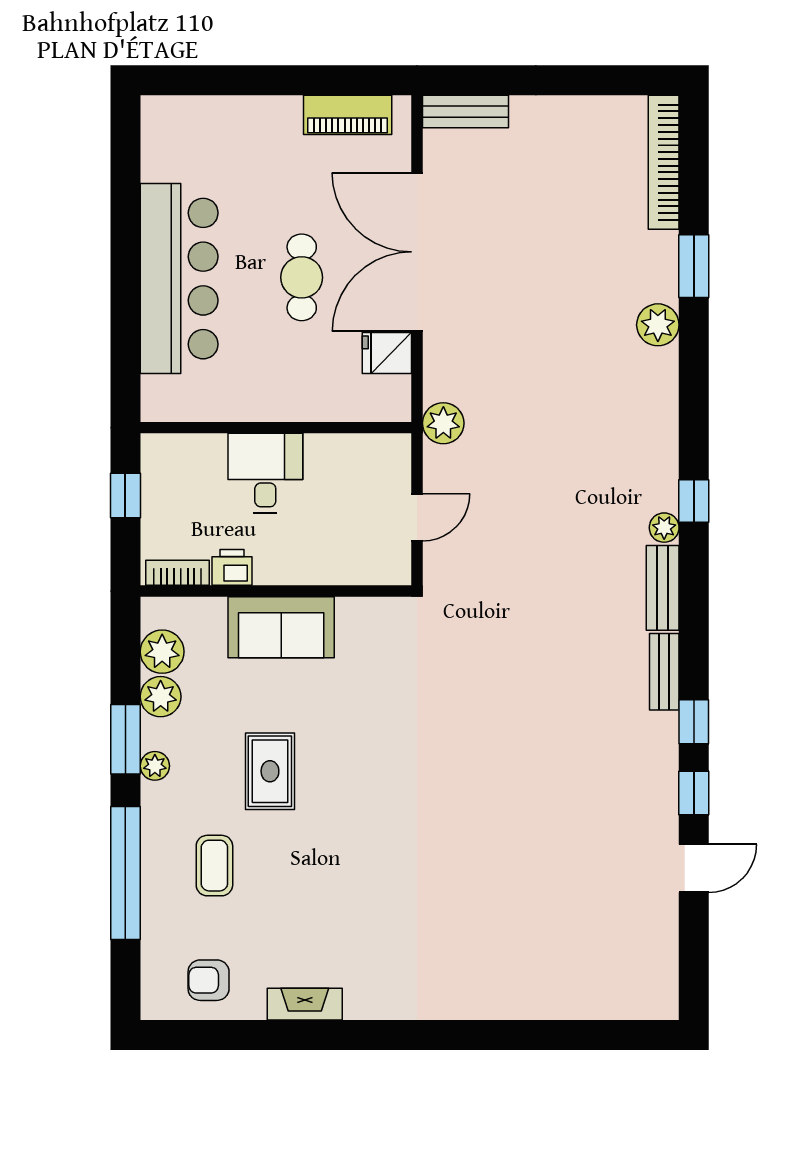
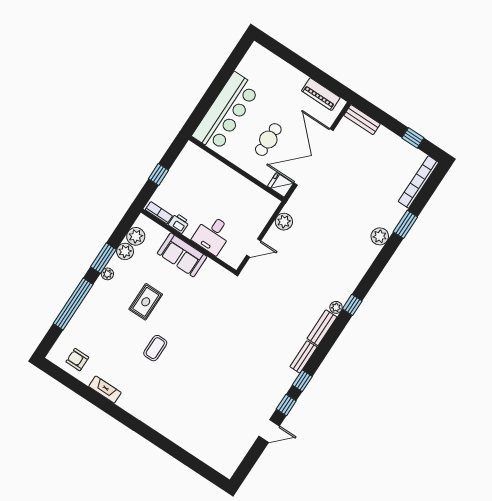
window: (593, 80) -> (413, 138), added
wall: (276, 428) -> (236, 169), moved
desk: (265, 473) -> (212, 235), moved, turned 180
coffee table: (214, 866) -> (155, 348), moved

